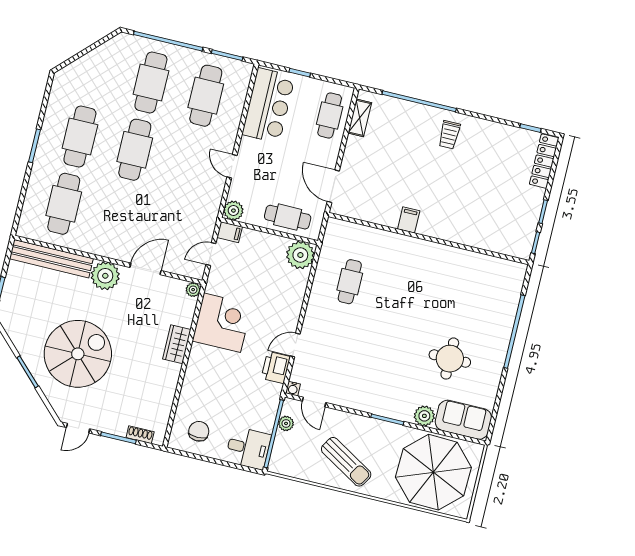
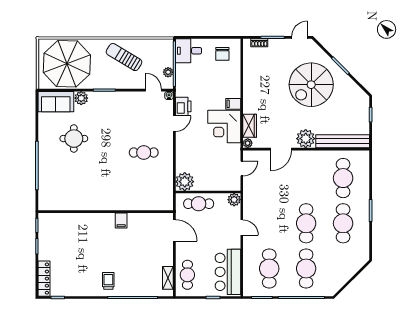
filing cabinet: (230, 232) -> (233, 104), moved
cafe table: (350, 282) -> (144, 153), moved, turned 90
wardrobe: (177, 344) -> (250, 126), moved

